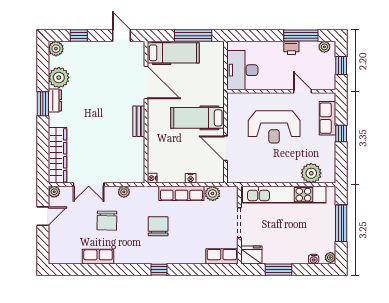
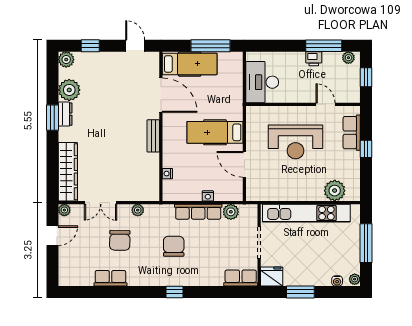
nightstand: (152, 178) -> (167, 174), moved

